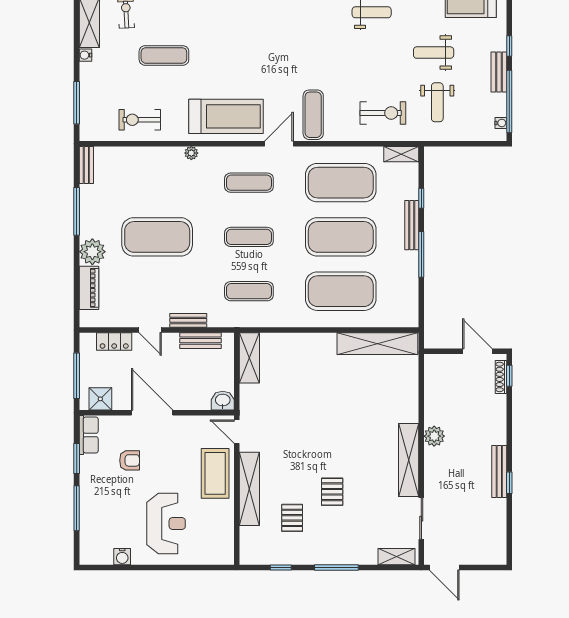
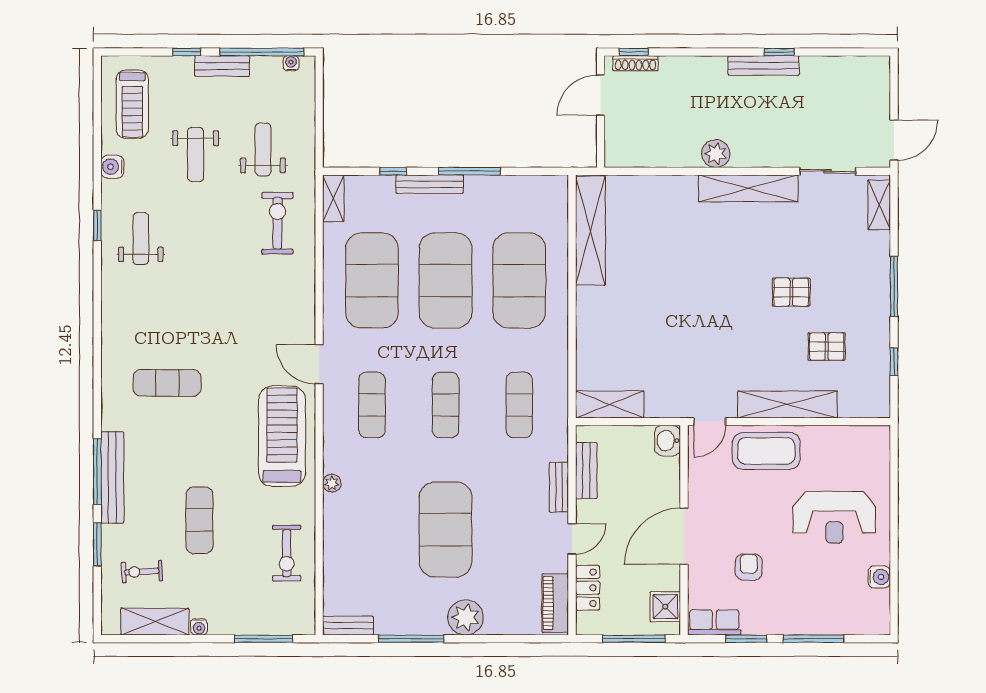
weight bench: (437, 102) -> (263, 150), turned -90
exercise mat: (313, 115) -> (167, 383), moved
piano: (89, 288) -> (555, 603), moved, turned -90
reception desk: (166, 523) -> (834, 517), turned 180

